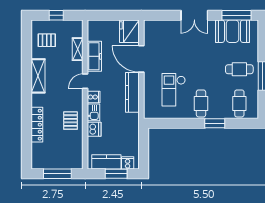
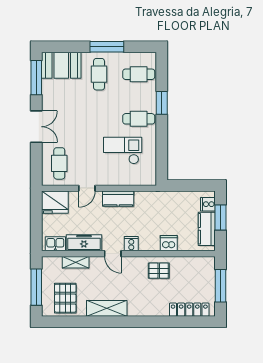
window: (56, 15) -> (36, 287), width x2.17
booth: (232, 31) -> (61, 65), moved, turned 90
cafe table: (163, 35) -> (59, 163), added
pallet: (47, 40) -> (65, 298), width x1.50, depth x1.42
door: (141, 59) -> (87, 188), width x0.53
checkout: (174, 90) -> (123, 151), turned 180
kitchen counter: (132, 92) -> (118, 199), width x0.67
kitchen sink: (94, 112) -> (55, 244), moved
locker: (37, 125) -> (189, 310), moved

